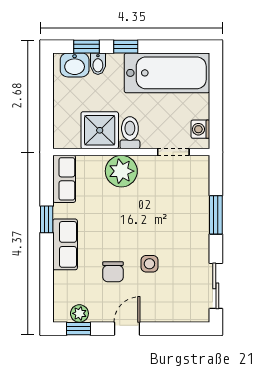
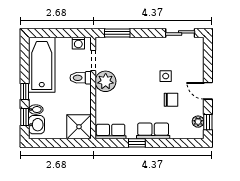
shower: (100, 130) -> (79, 127), moved
toilet: (130, 133) -> (81, 78), moved
plant: (121, 171) -> (106, 81), moved
window: (216, 215) -> (117, 33), moved

